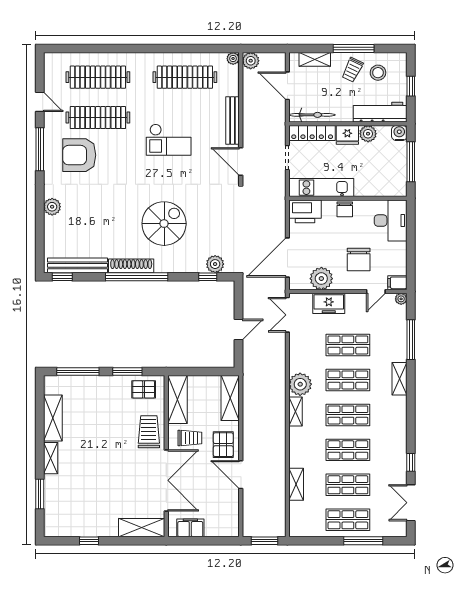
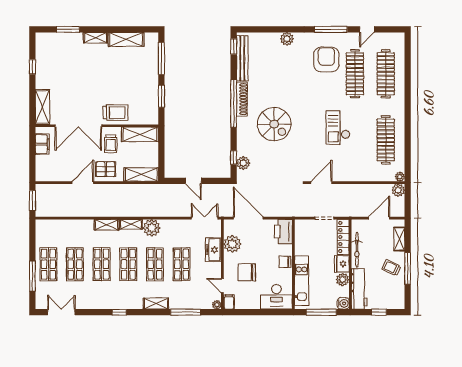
stool: (378, 73) -> (389, 287), removed
bicycle: (312, 115) -> (357, 250), moved
bench: (233, 120) -> (353, 176), removed
kitchen unit: (321, 188) -> (302, 281), moved
pallet: (144, 389) -> (148, 109), removed
window: (411, 462) -> (119, 312), moved
shelving: (296, 484) -> (107, 225), moved

